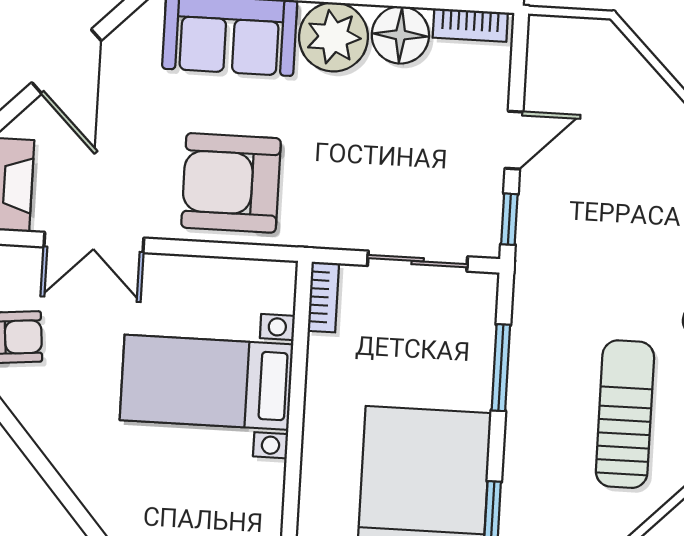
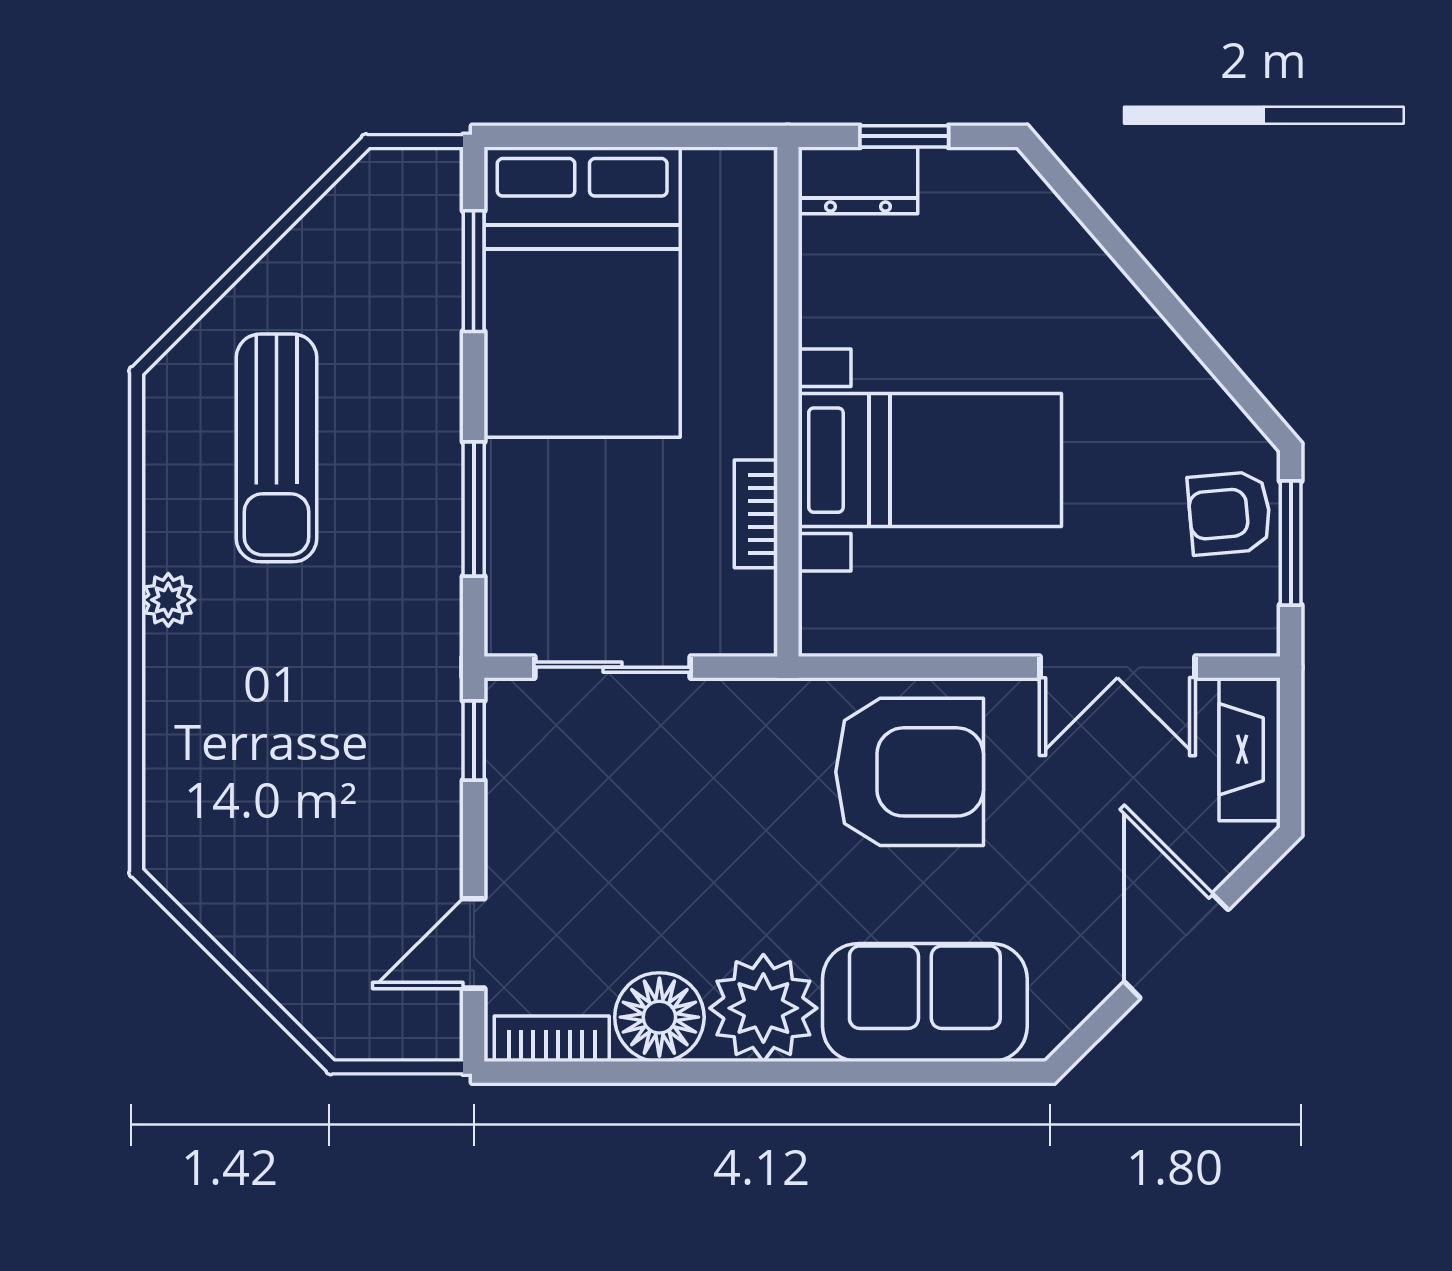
door: (514, 140) -> (474, 943), moved
double door: (94, 242) -> (1117, 667), swing flipped
bookcase: (323, 297) -> (756, 514), moved

